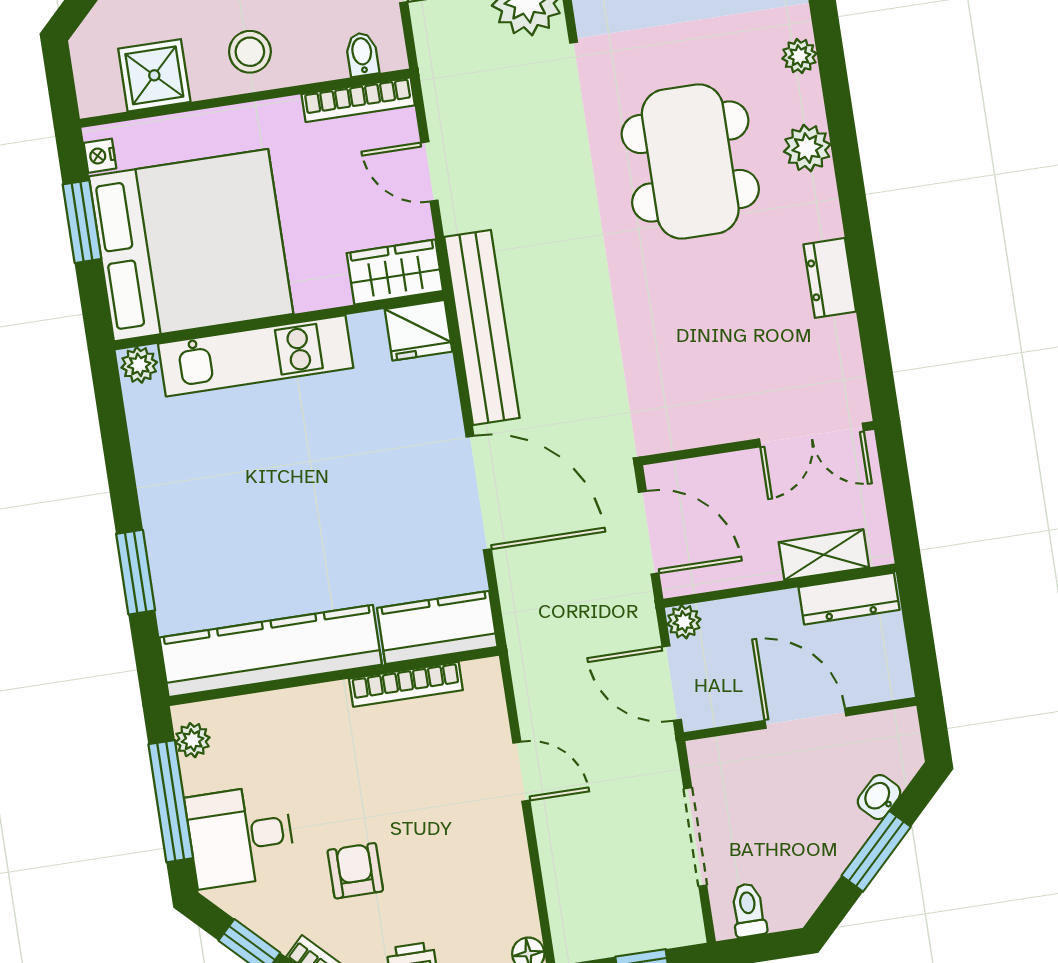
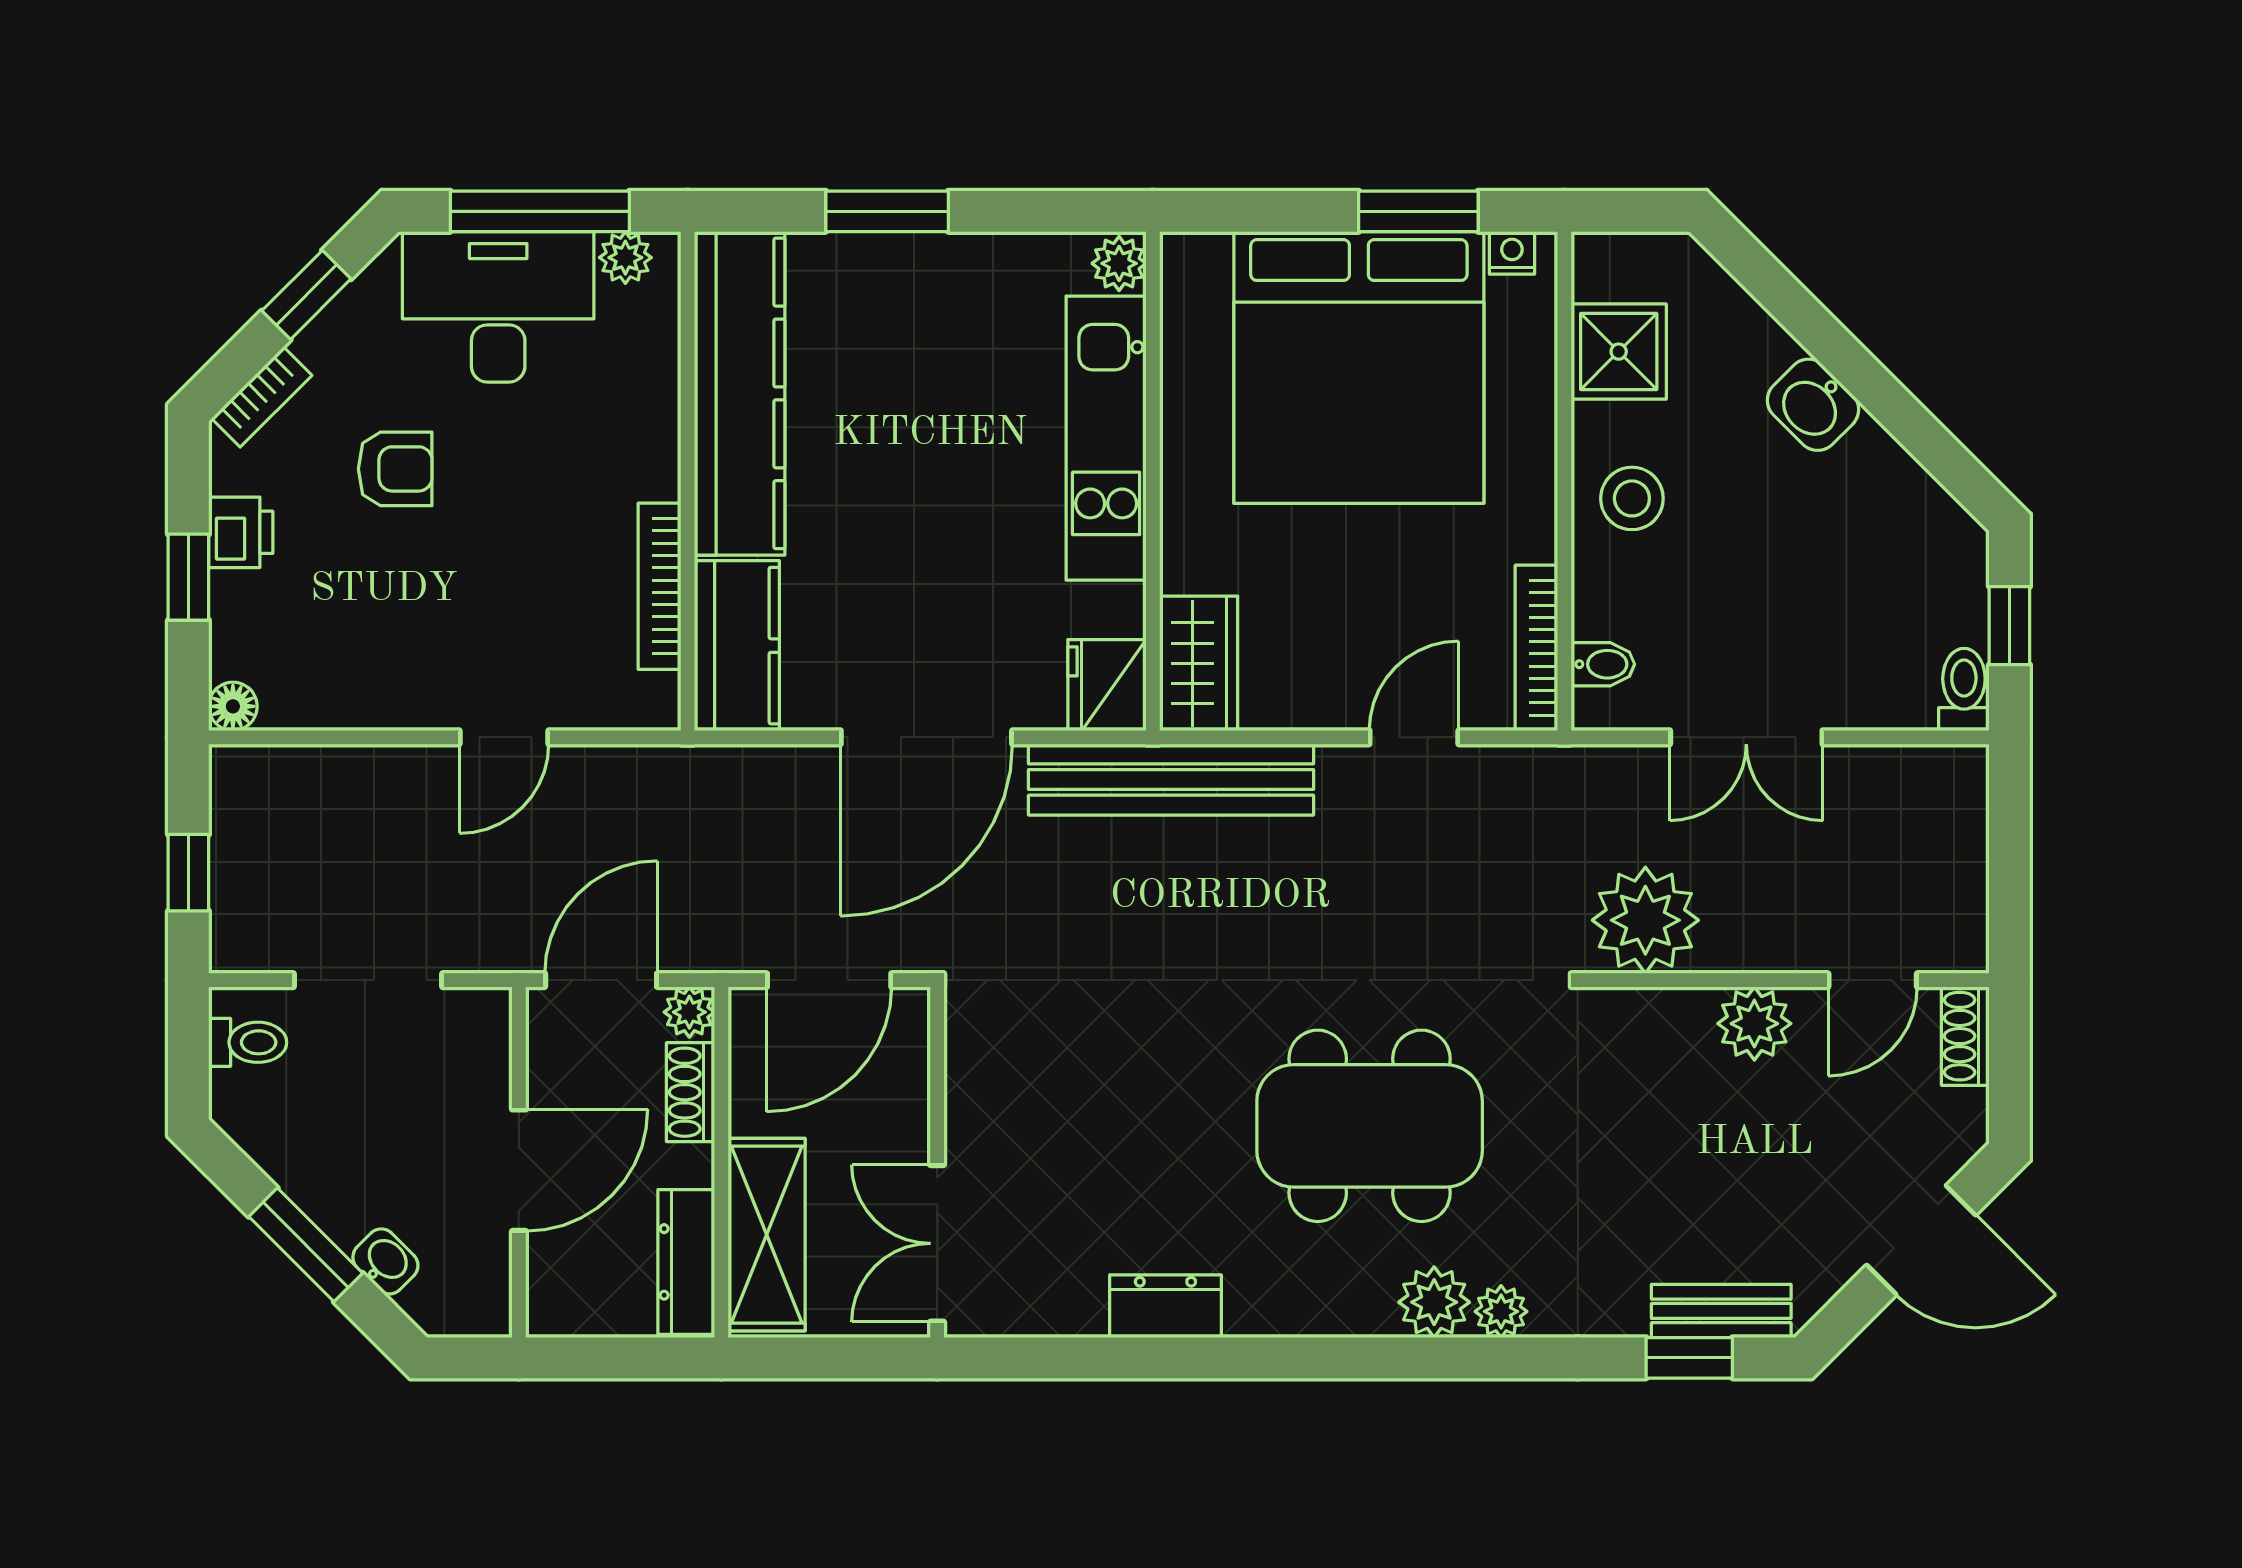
plant: (807, 148) -> (1434, 1302), moved
wardrobe: (395, 272) -> (1199, 663), moved
wall: (279, 321) -> (1153, 481), moved
fridge: (419, 330) -> (1107, 685), moved
kitchen unit: (256, 356) -> (1106, 438), moved
plant: (139, 365) -> (1119, 263), moved
shelving: (824, 555) -> (767, 1235), width x1.50, depth x1.33
shoe rack: (737, 613) -> (690, 1092), added
desk: (241, 836) -> (498, 307), width x1.37

